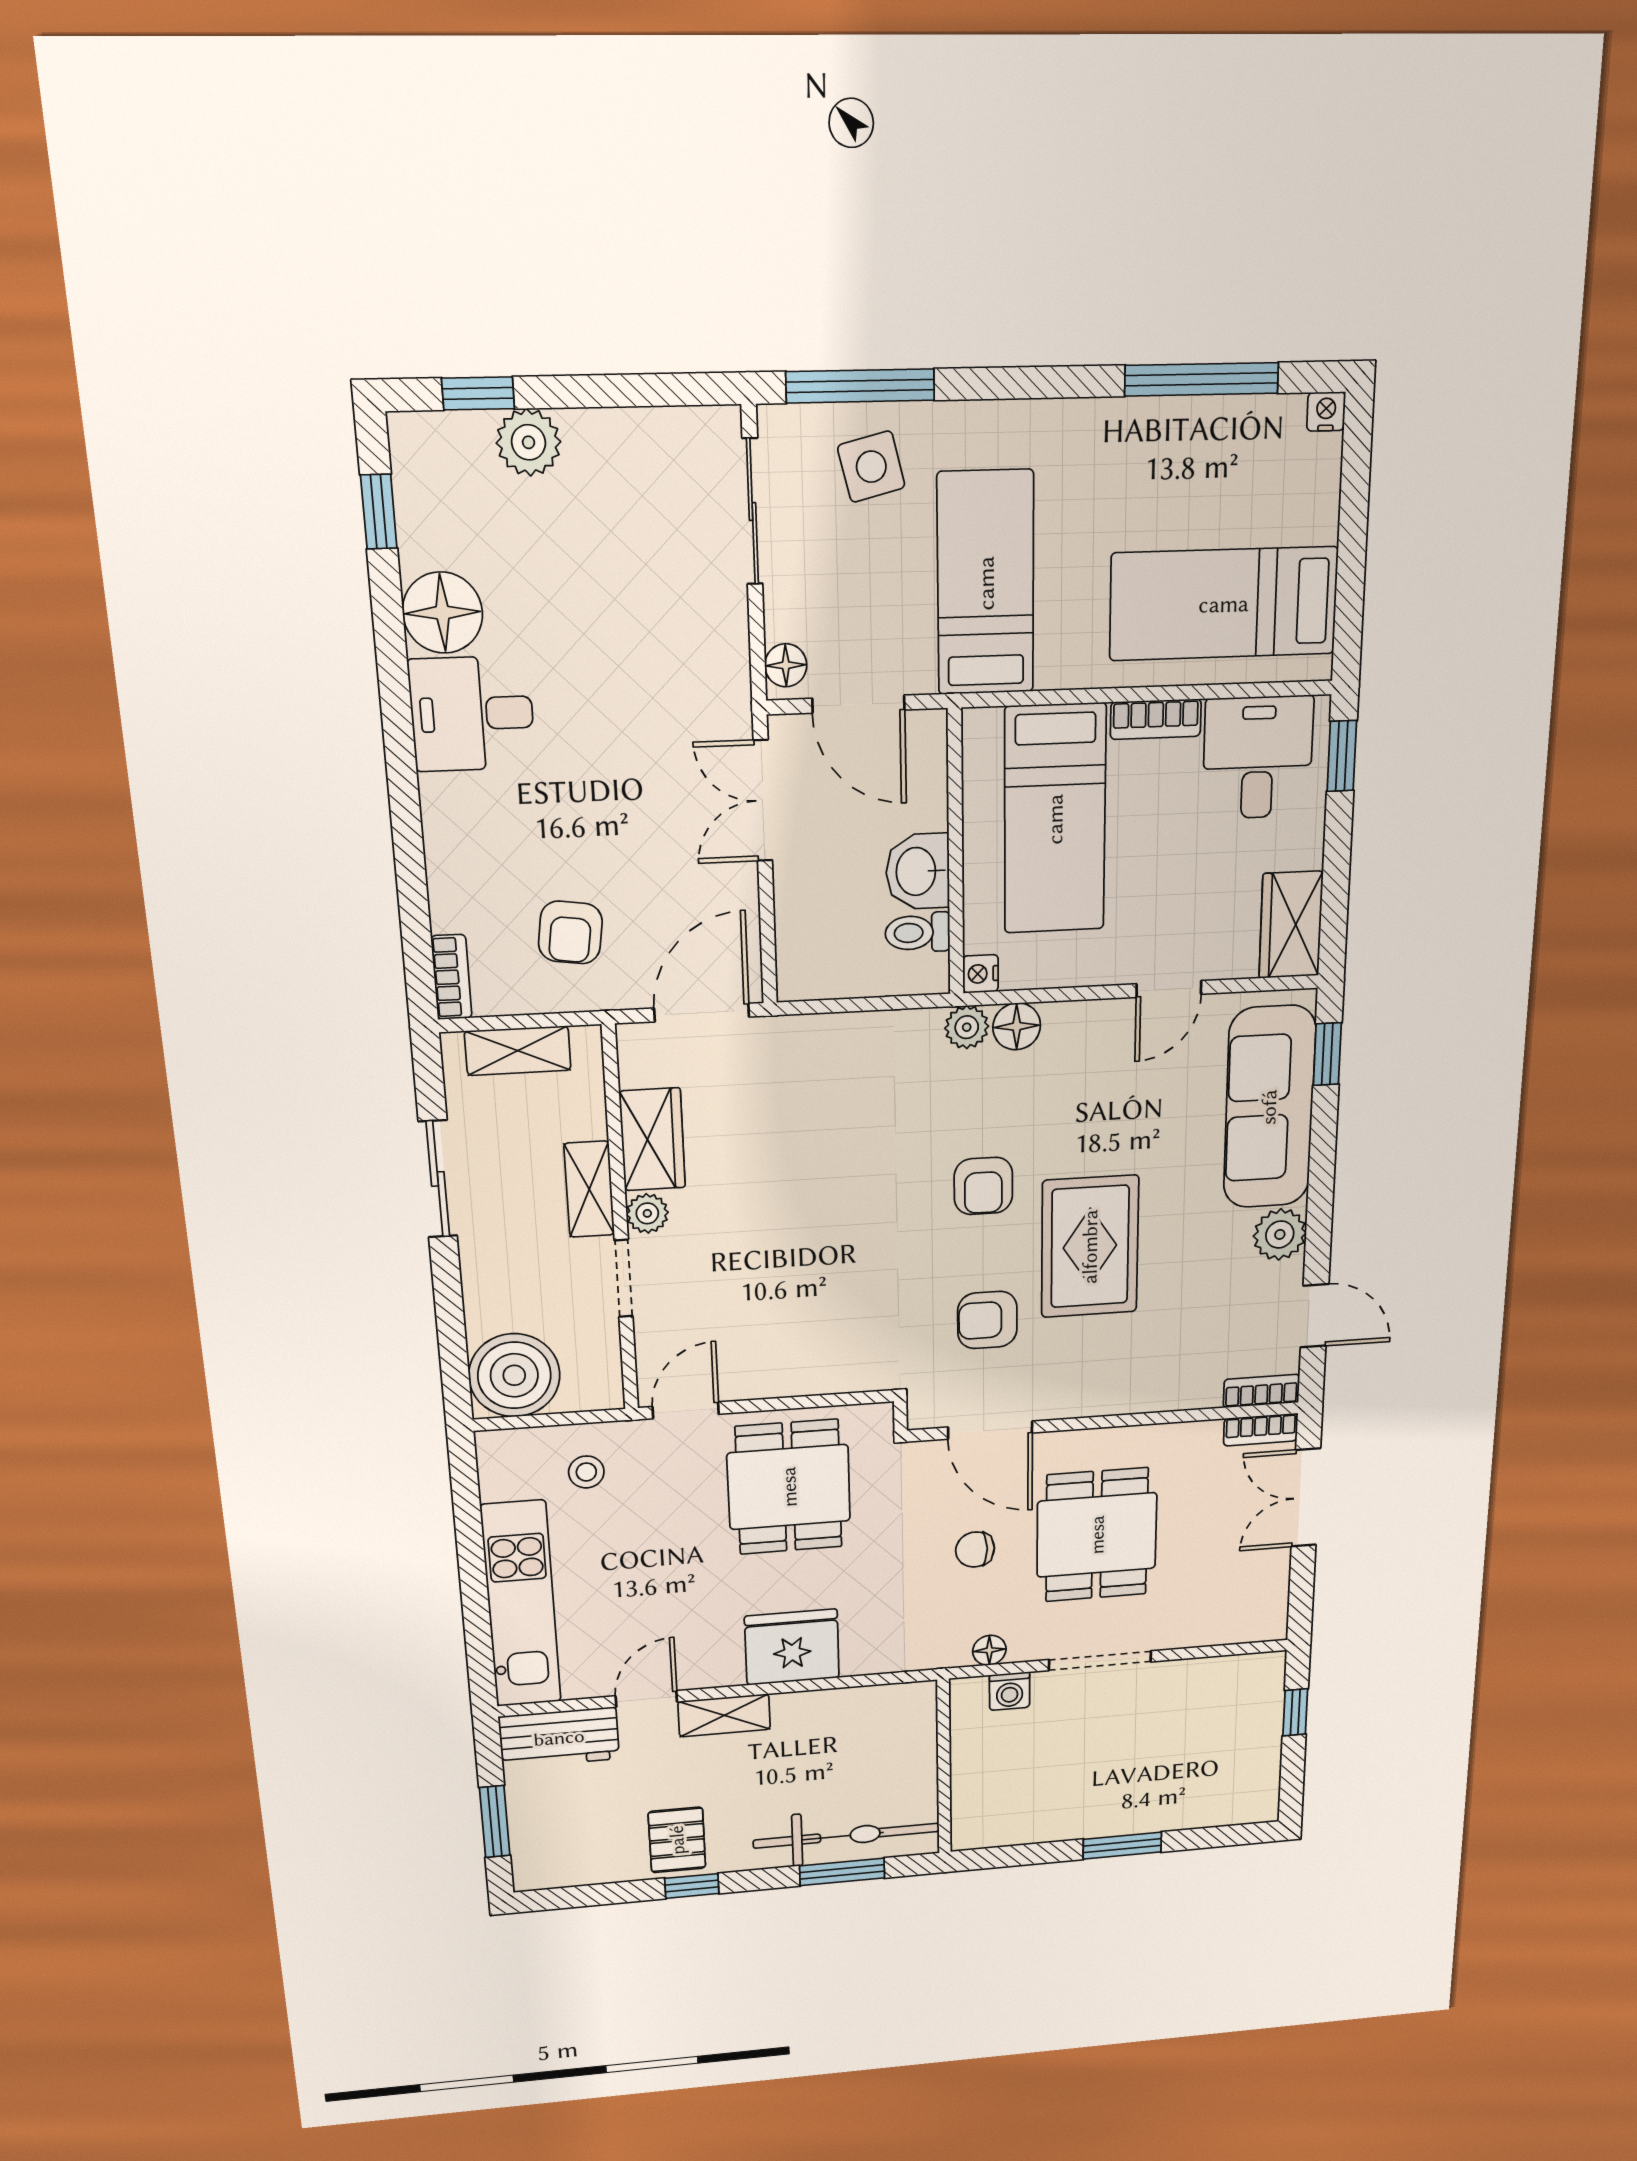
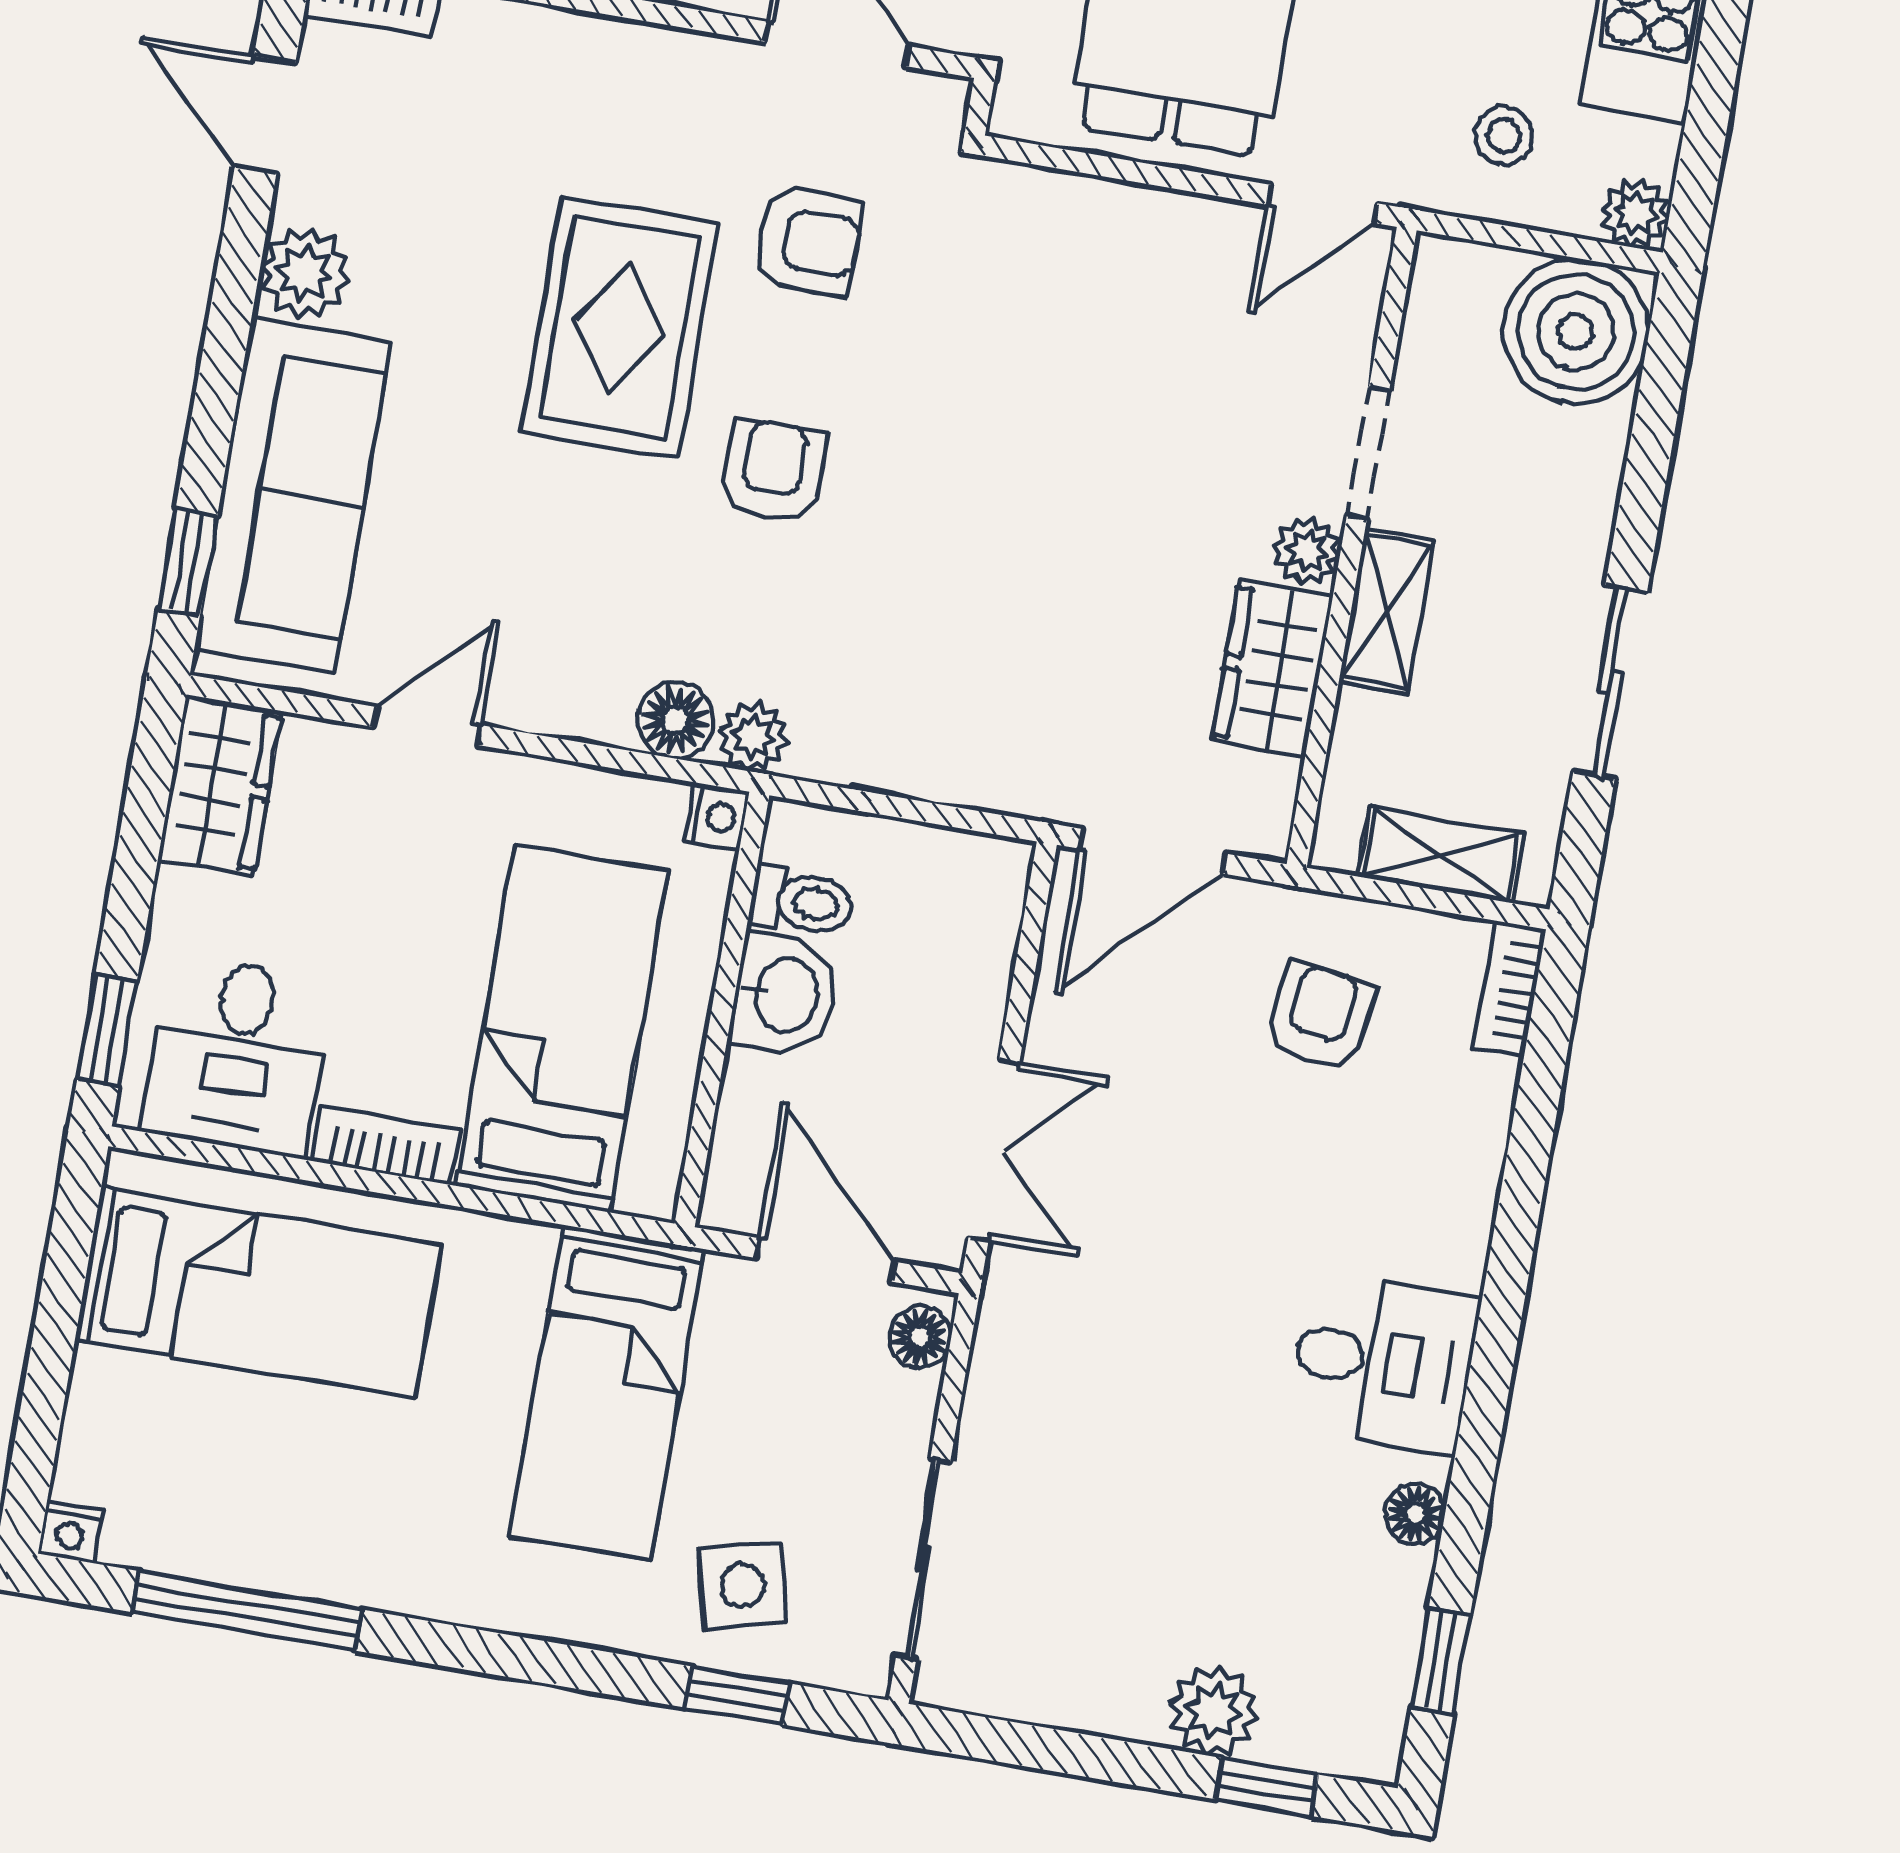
window: (860, 386) -> (737, 1696), width x0.46
floor lamp: (443, 613) -> (1415, 1514), width x0.53, depth x0.53
plant: (496, 1448) -> (1635, 213), added

